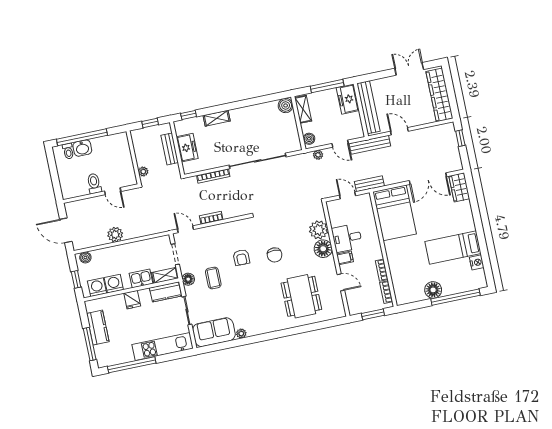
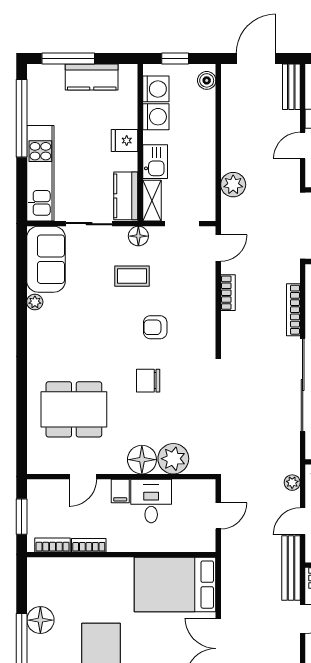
bench: (369, 184) -> (291, 87), moved
plant: (115, 235) -> (233, 185), moved

